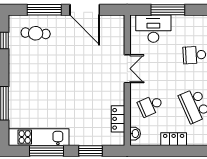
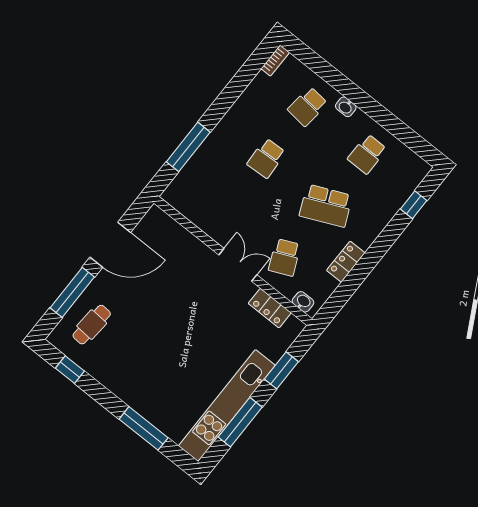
desk: (153, 29) -> (197, 182), removed
double door: (127, 69) -> (238, 265), moved
kitchen unit: (39, 137) -> (227, 406), width x1.36

